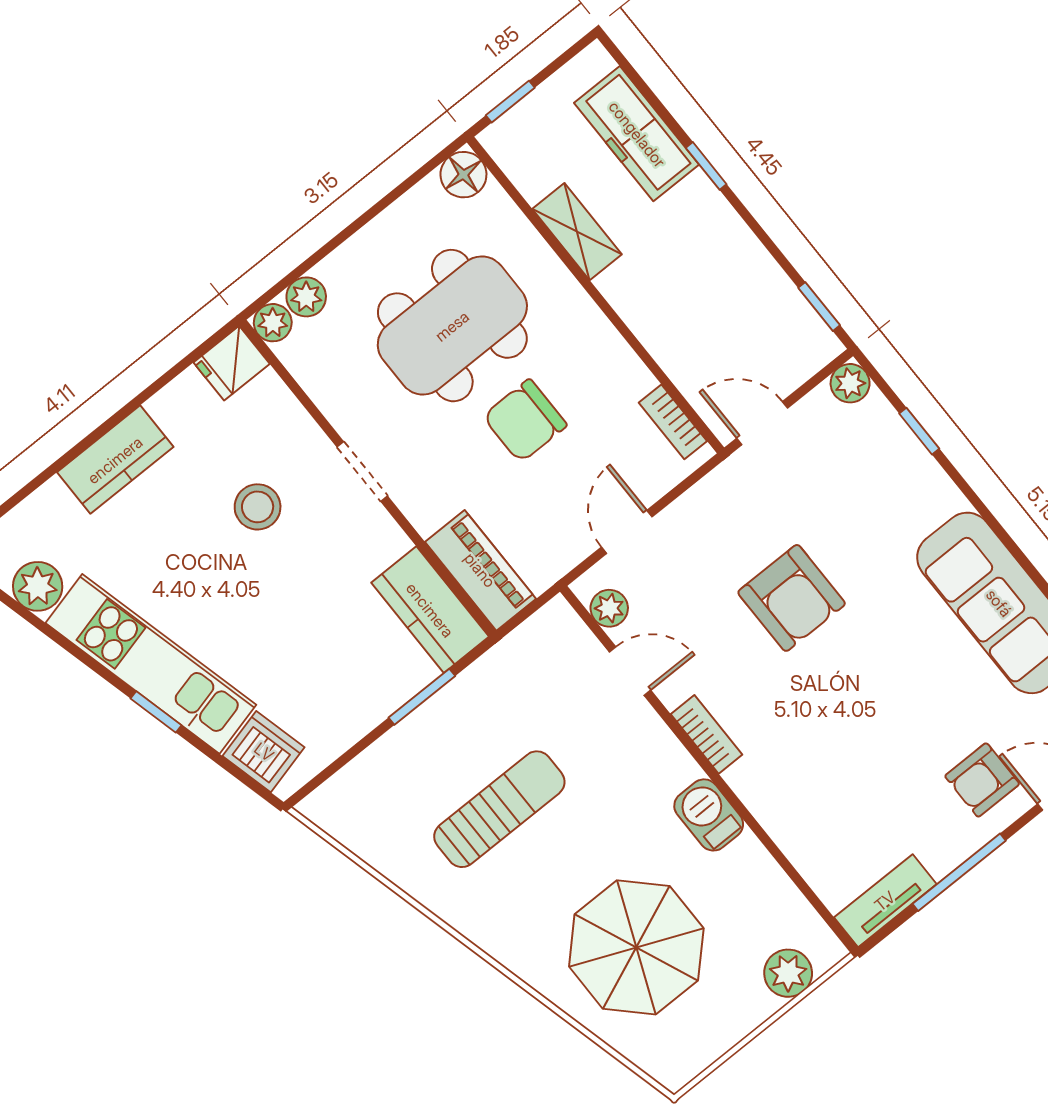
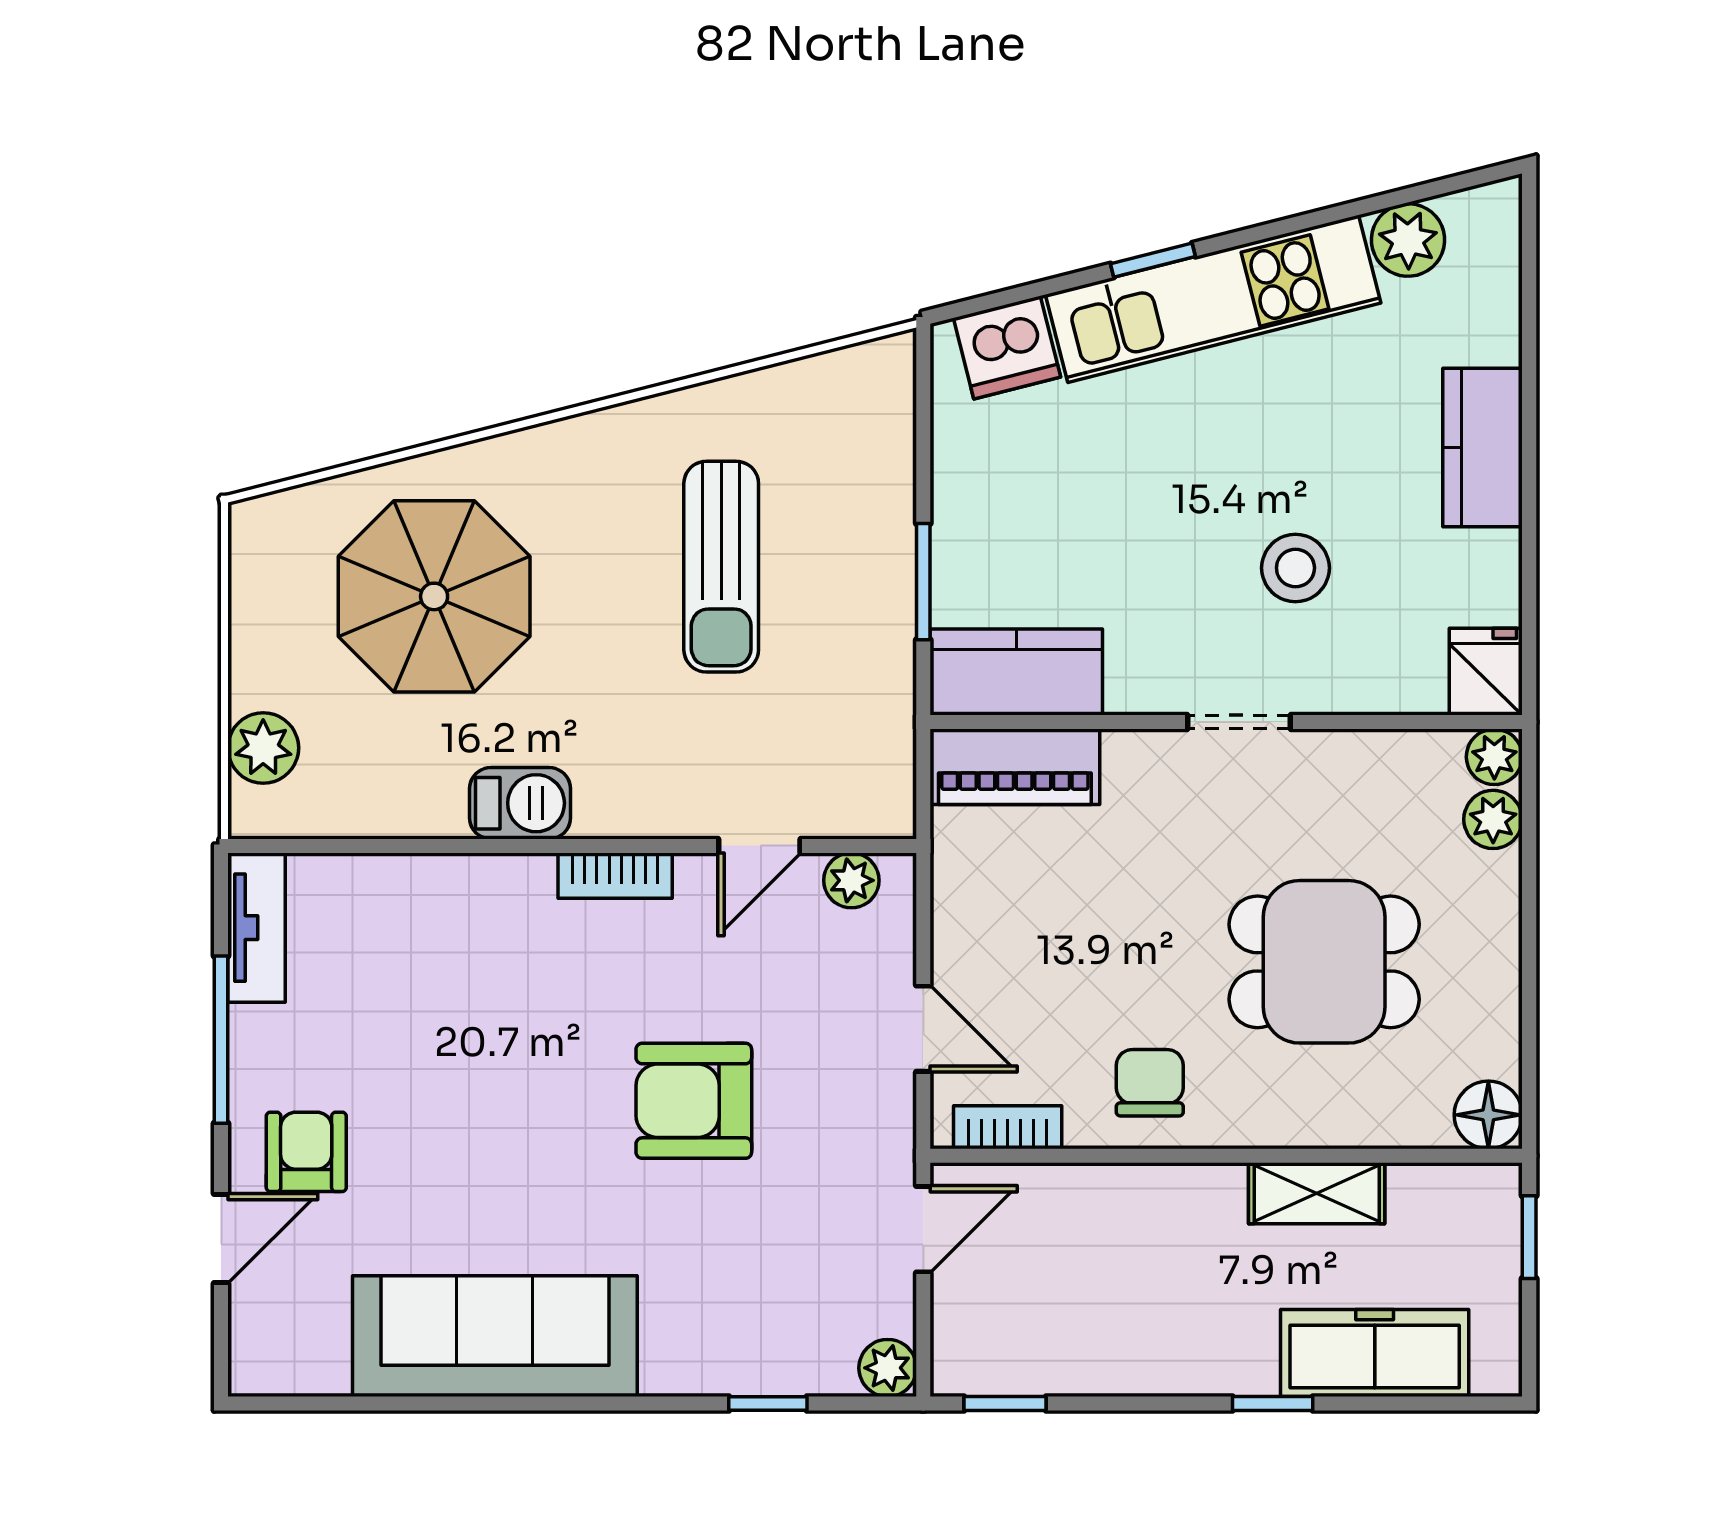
dining table: (452, 326) -> (1324, 962), width x0.73
chair: (525, 421) -> (1150, 1083), moved, width x0.73, depth x0.73
door: (627, 532) -> (923, 1029), moved

